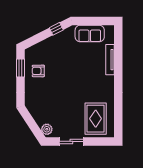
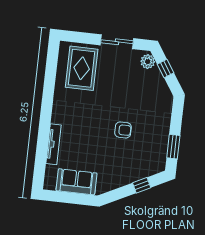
window: (56, 29) -> (142, 185), moved
armchair: (38, 71) -> (123, 130), moved
window: (33, 126) -> (166, 69), added

